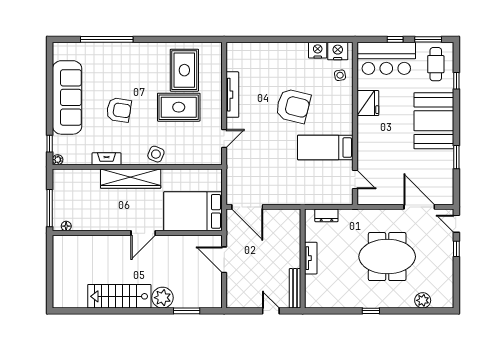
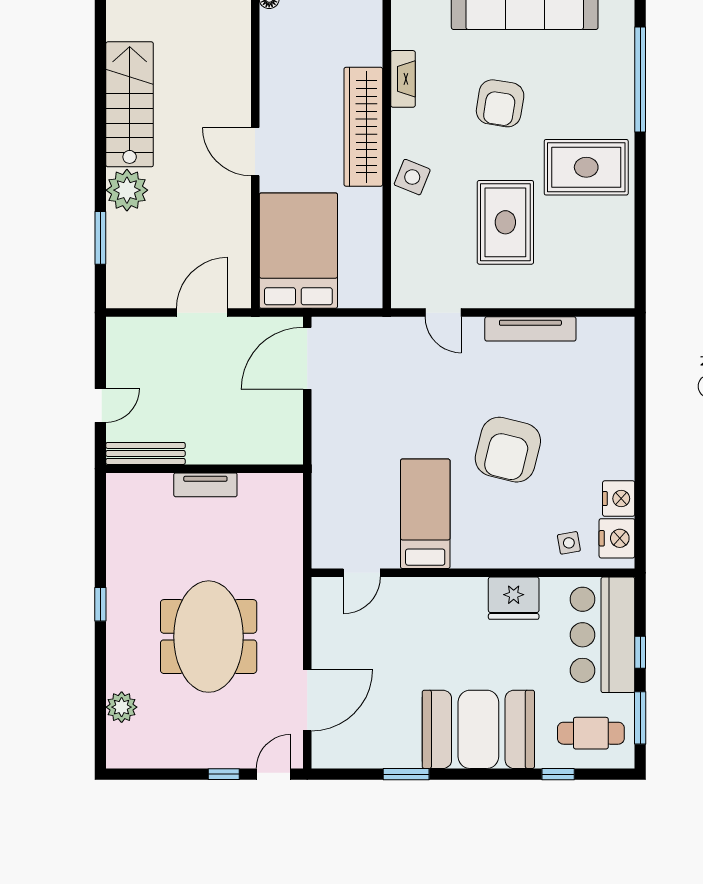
rug: (184, 70) -> (586, 167), moved
dresser: (326, 215) -> (290, 516), removed

